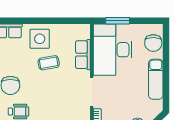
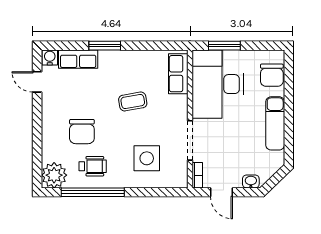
window: (28, 21) -> (105, 46), added
side table: (40, 39) -> (147, 158), moved
row of seats: (83, 55) -> (178, 74), moved

